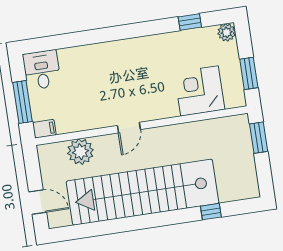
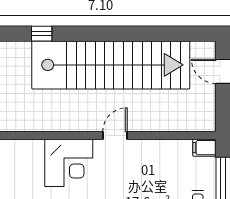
corner desk: (200, 91) -> (69, 163), moved
plant: (80, 152) -> (170, 118), removed

